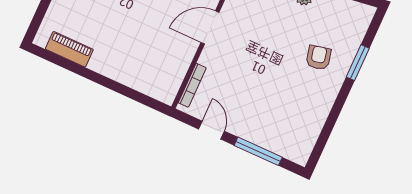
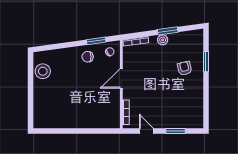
piano: (69, 49) -> (54, 123), removed
window: (258, 151) -> (175, 131), width x0.69

